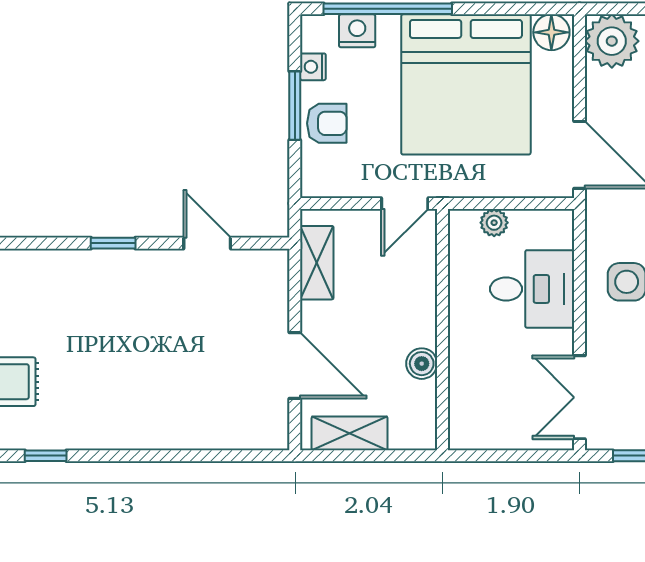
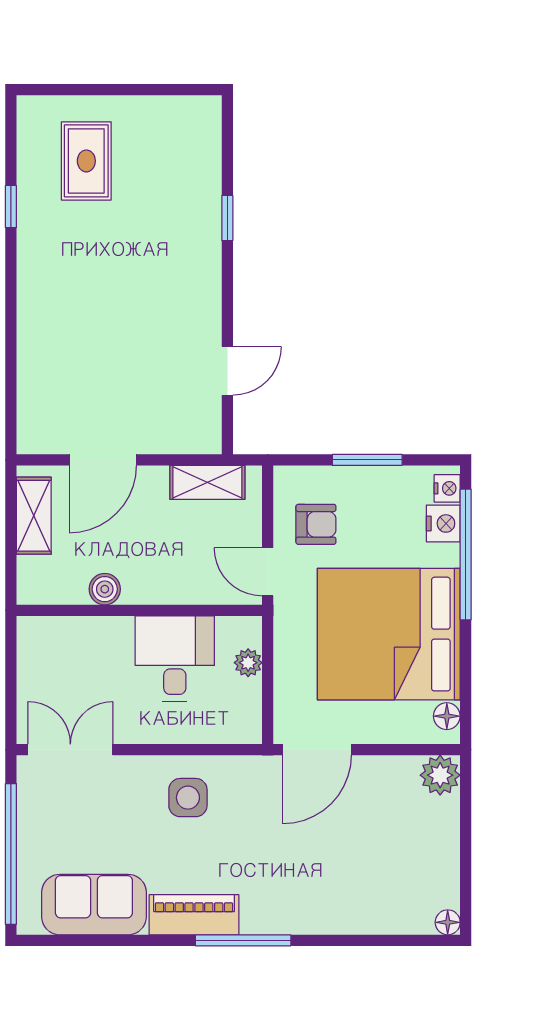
floor lamp: (551, 32) -> (447, 716), width x0.73, depth x0.73
plant: (612, 41) -> (440, 775), width x0.73, depth x0.73
nightstand: (313, 67) -> (447, 488), moved, turned 90
armchair: (327, 123) -> (316, 524), moved, turned -90
window: (113, 243) -> (227, 218), moved
desk: (532, 289) -> (175, 659), moved, turned 180

